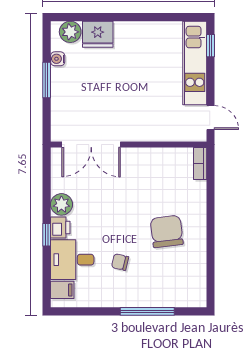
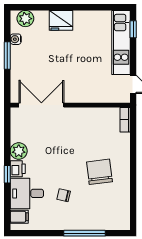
fridge: (98, 34) -> (61, 20), moved
double door: (91, 145) -> (41, 105), swing flipped

